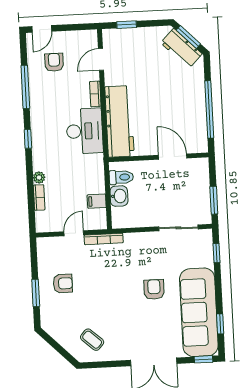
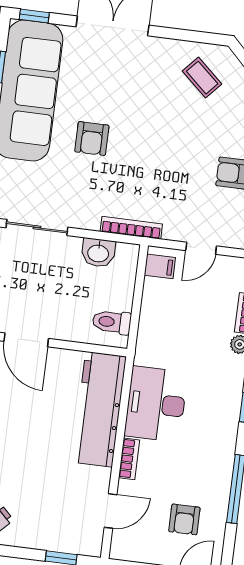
washbasin: (119, 196) -> (98, 253), moved, turned -90
filing cabinet: (97, 201) -> (160, 266), moved
bookcase: (104, 239) -> (131, 228), moved

